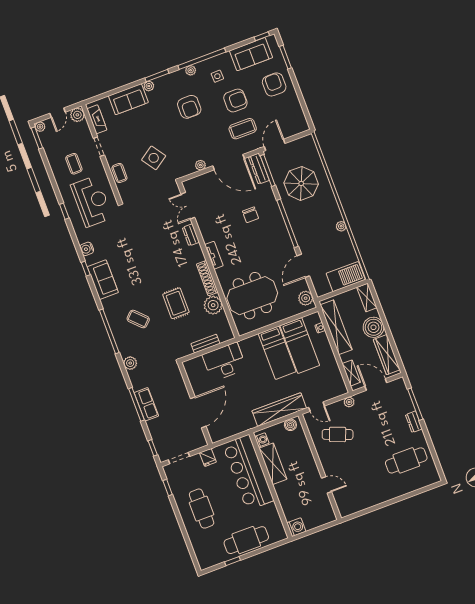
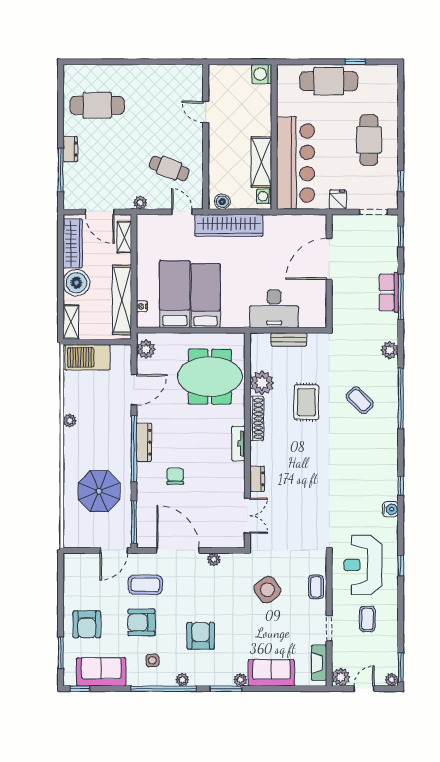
dresser: (259, 169) -> (144, 442), moved
sofa: (103, 280) -> (385, 464), removed

